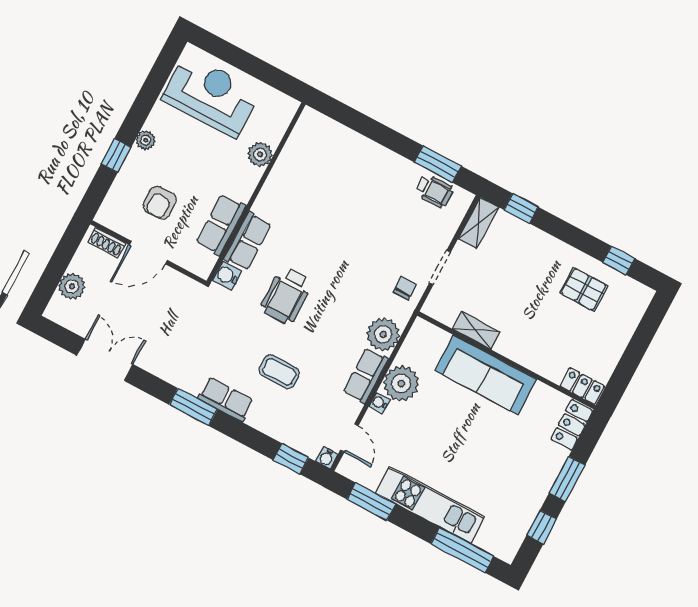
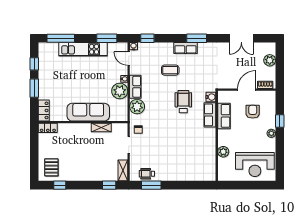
pallet: (584, 289) -> (51, 167), moved, turned 90

